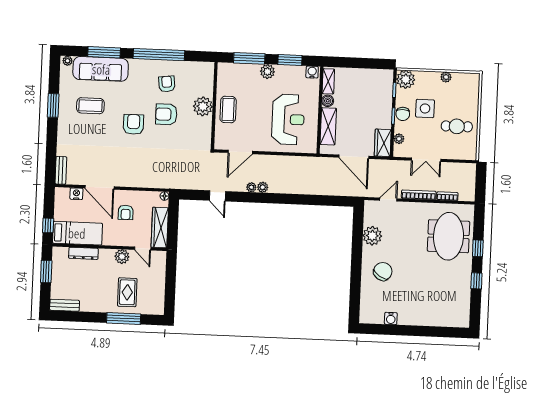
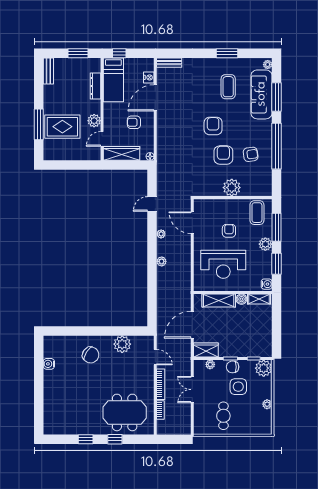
coffee table: (228, 109) -> (257, 213), moved, turned 90
armchair: (251, 112) -> (229, 231), added
armchair: (133, 124) -> (213, 126), turned -90
plant: (263, 187) -> (162, 261), moved
rug: (127, 292) -> (62, 127), width x1.36, depth x1.43

